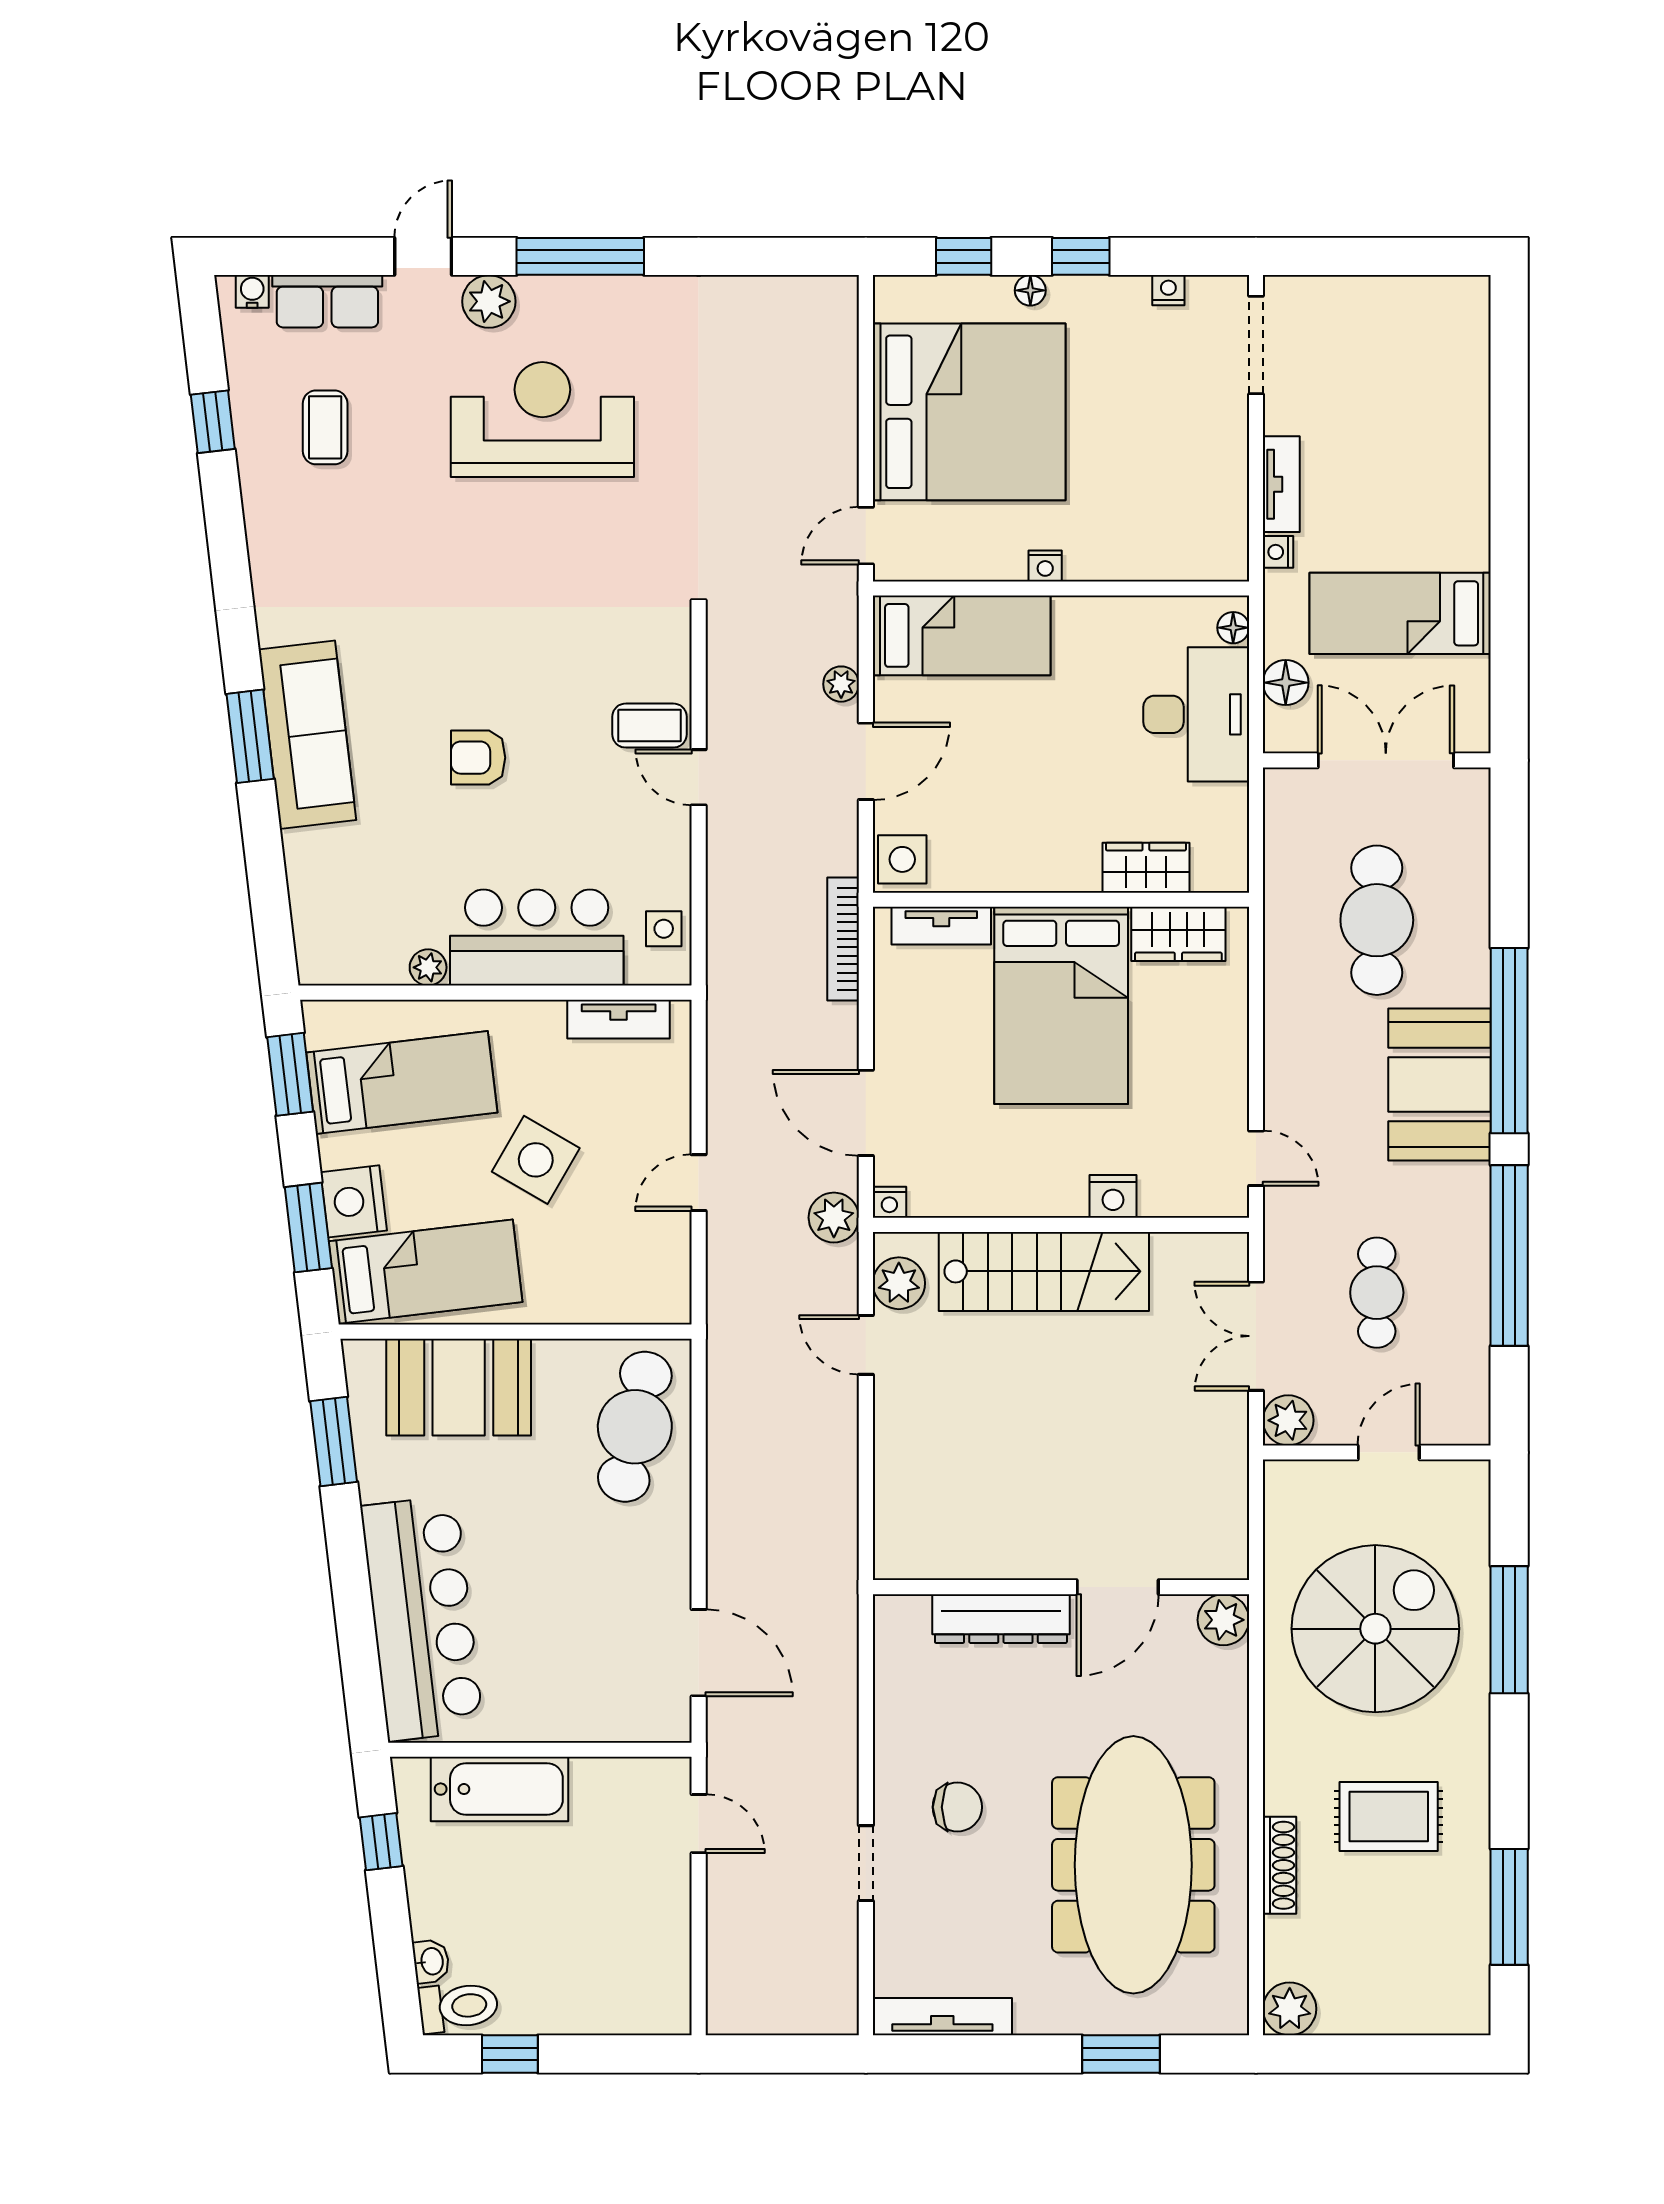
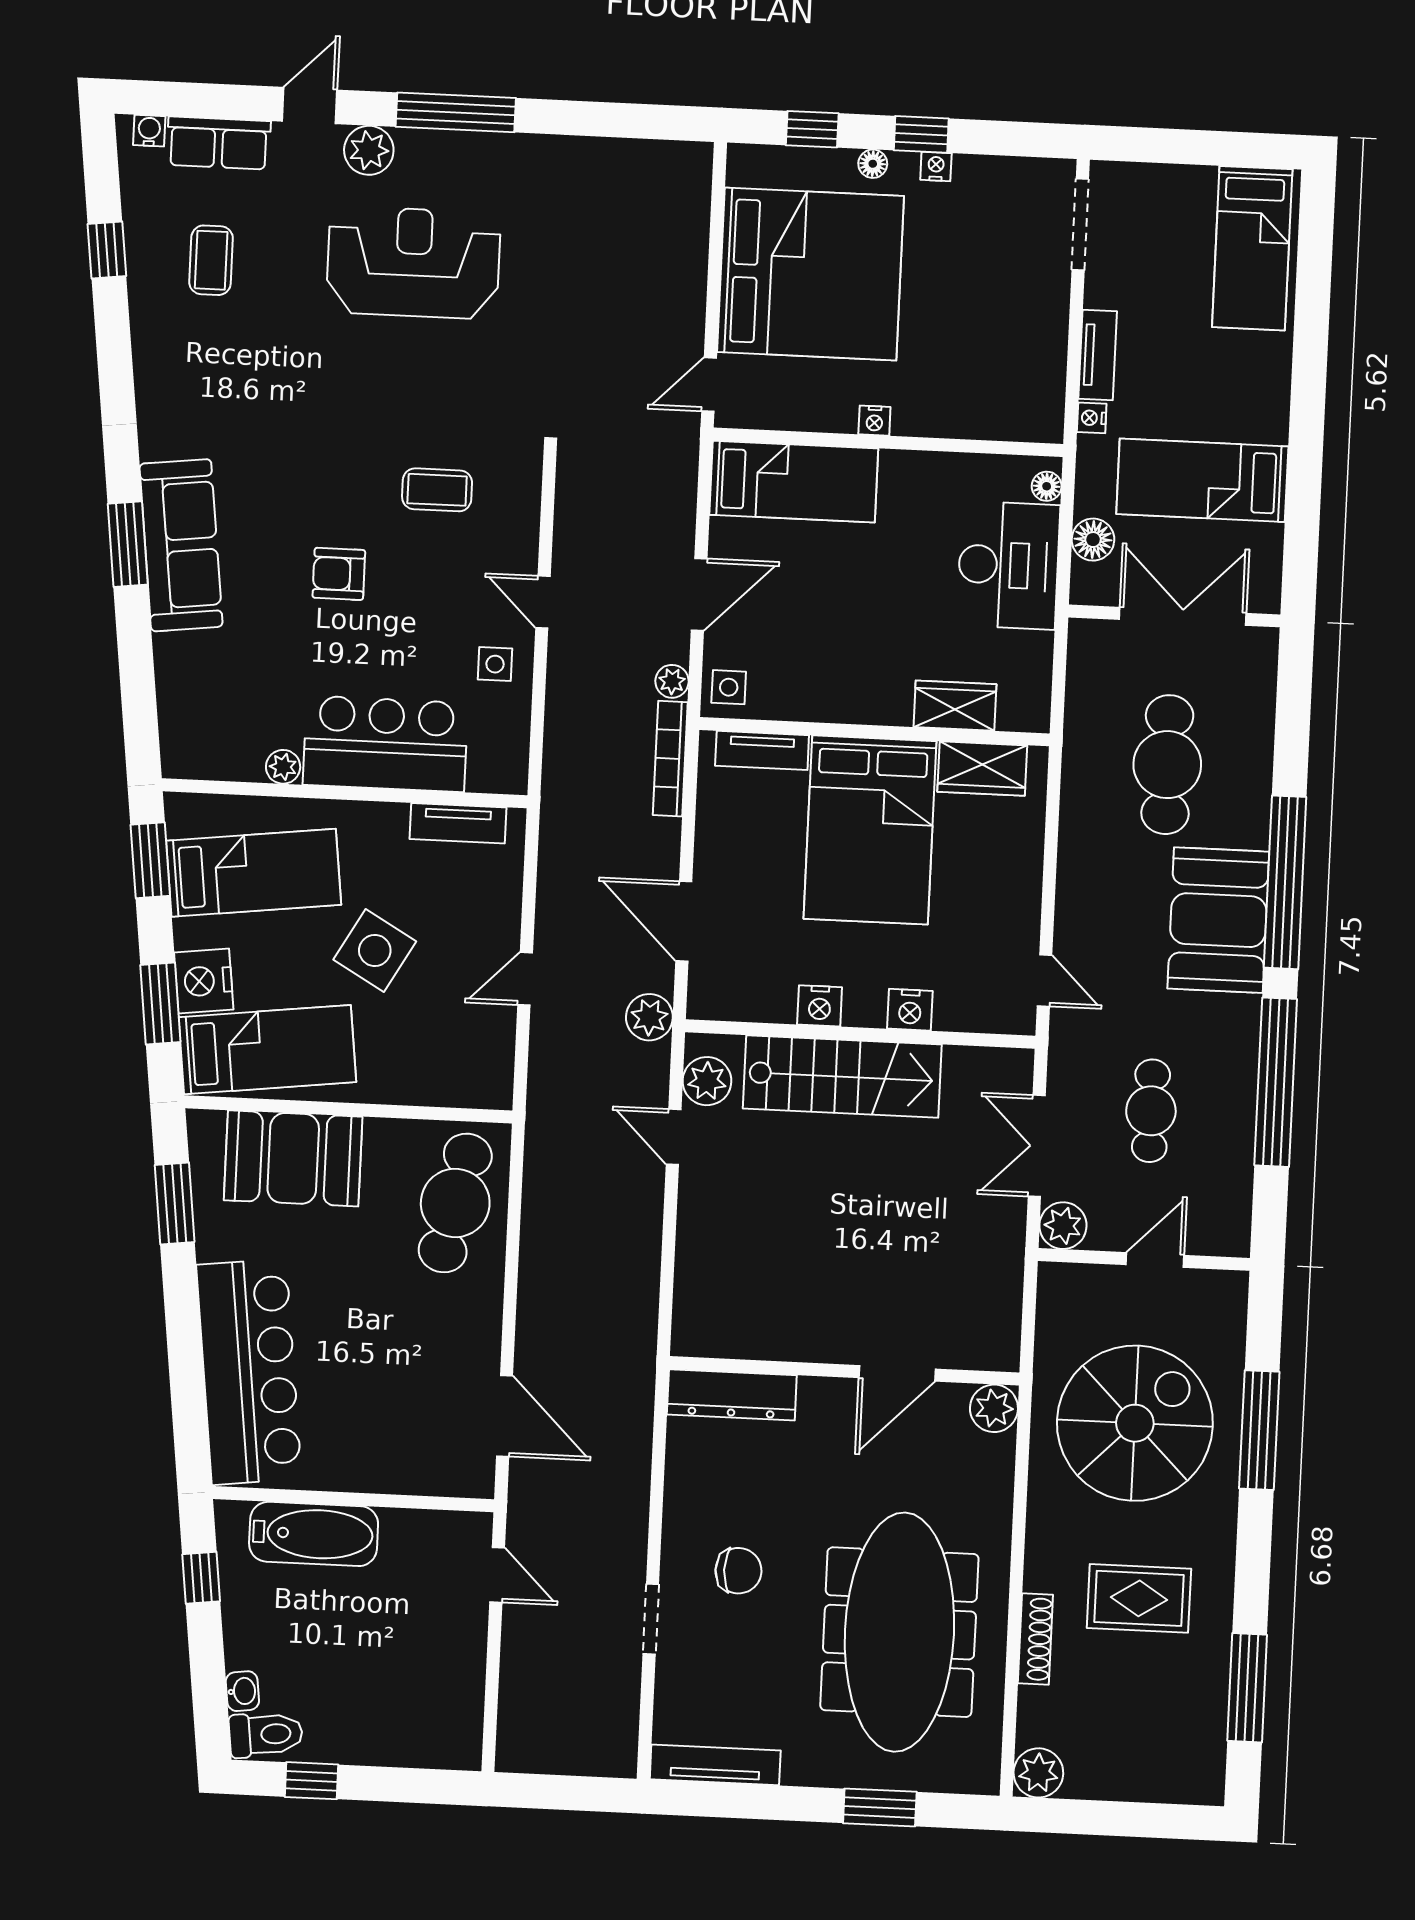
nightstand: (1168, 290) -> (936, 166), moved
bed: (1442, 362) -> (1252, 248), added
plant: (841, 684) -> (672, 681), moved
coffee table: (650, 726) -> (437, 490), moved
side table: (902, 859) -> (729, 687), width x0.73, depth x0.73
side table: (664, 929) -> (495, 664), moved
nightstand: (889, 1202) -> (820, 1006), moved, width x1.39, depth x1.35
dresser: (1001, 1619) -> (732, 1395), moved

